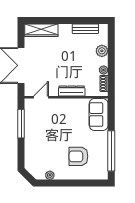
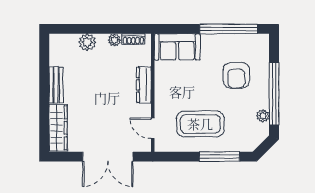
bench: (85, 29) -> (56, 85), moved
window: (21, 124) -> (219, 157), moved
coffee table: (44, 131) -> (200, 124), added
window: (65, 183) -> (274, 94), added

